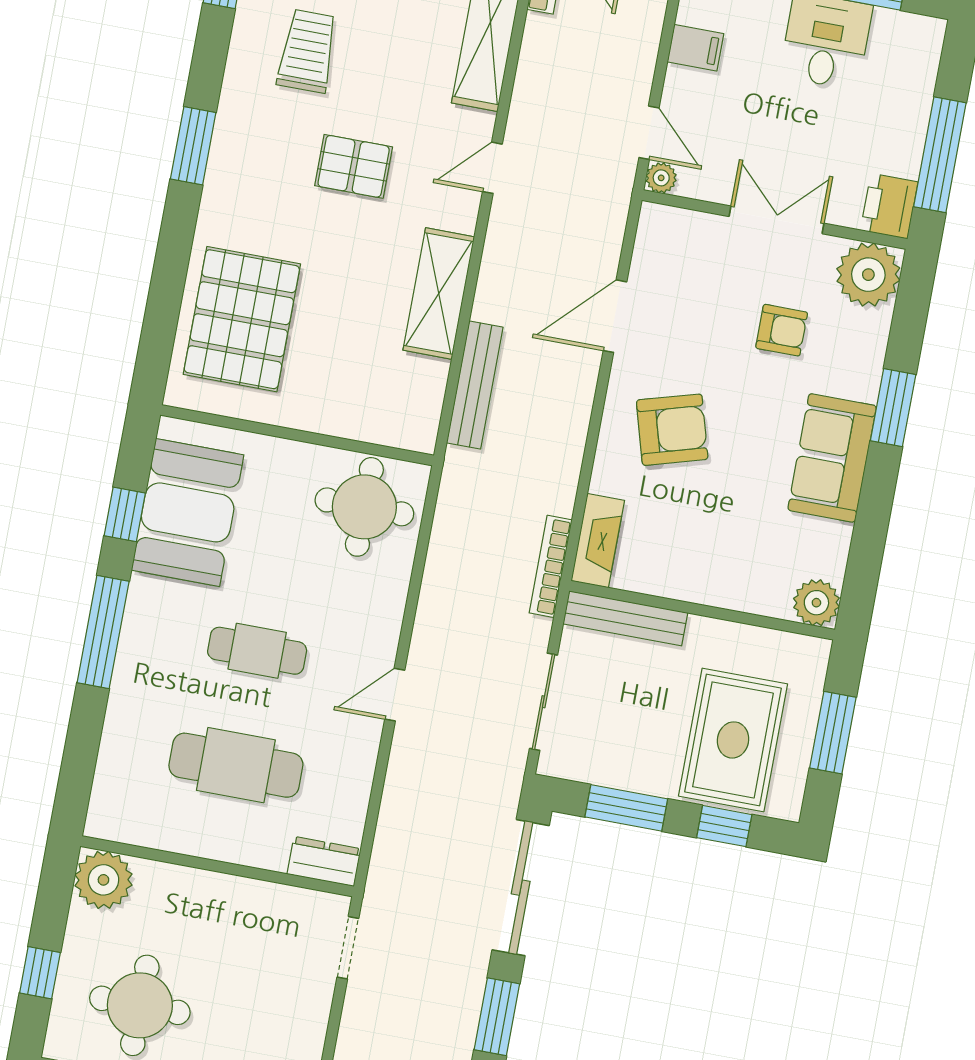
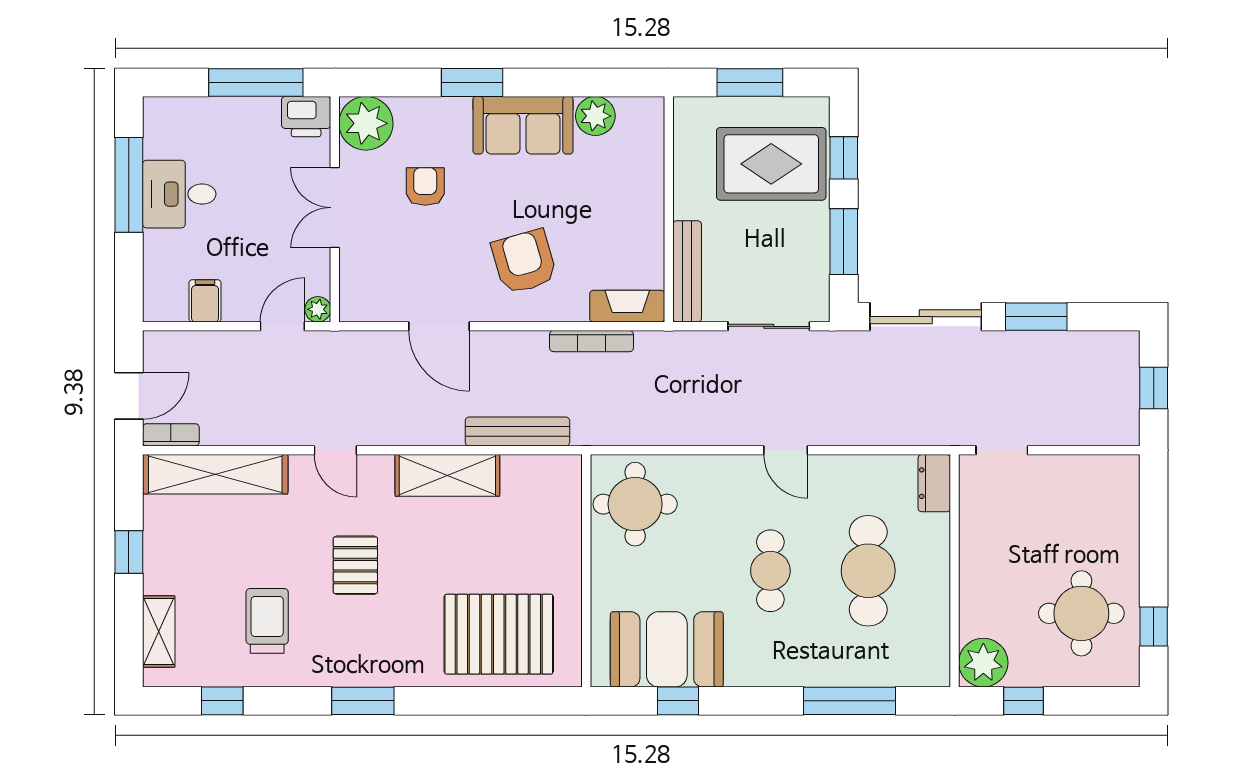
trolley: (307, 51) -> (267, 621), turned 90
bookcase: (551, 566) -> (592, 341), moved
plant: (816, 603) -> (595, 116), moved
window: (103, 632) -> (849, 701), moved
window: (40, 973) -> (1023, 701), moved

